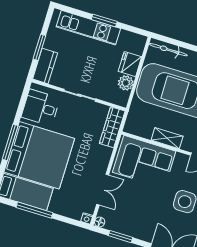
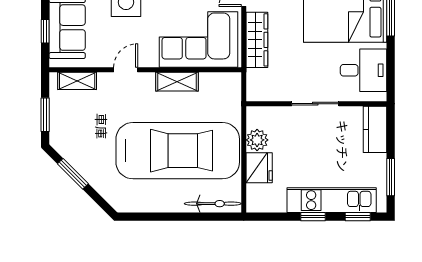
window: (74, 11) -> (358, 217), added
window: (104, 20) -> (313, 217), width x0.67
window: (39, 47) -> (391, 177), moved
wardrobe: (112, 127) -> (257, 40), moved

